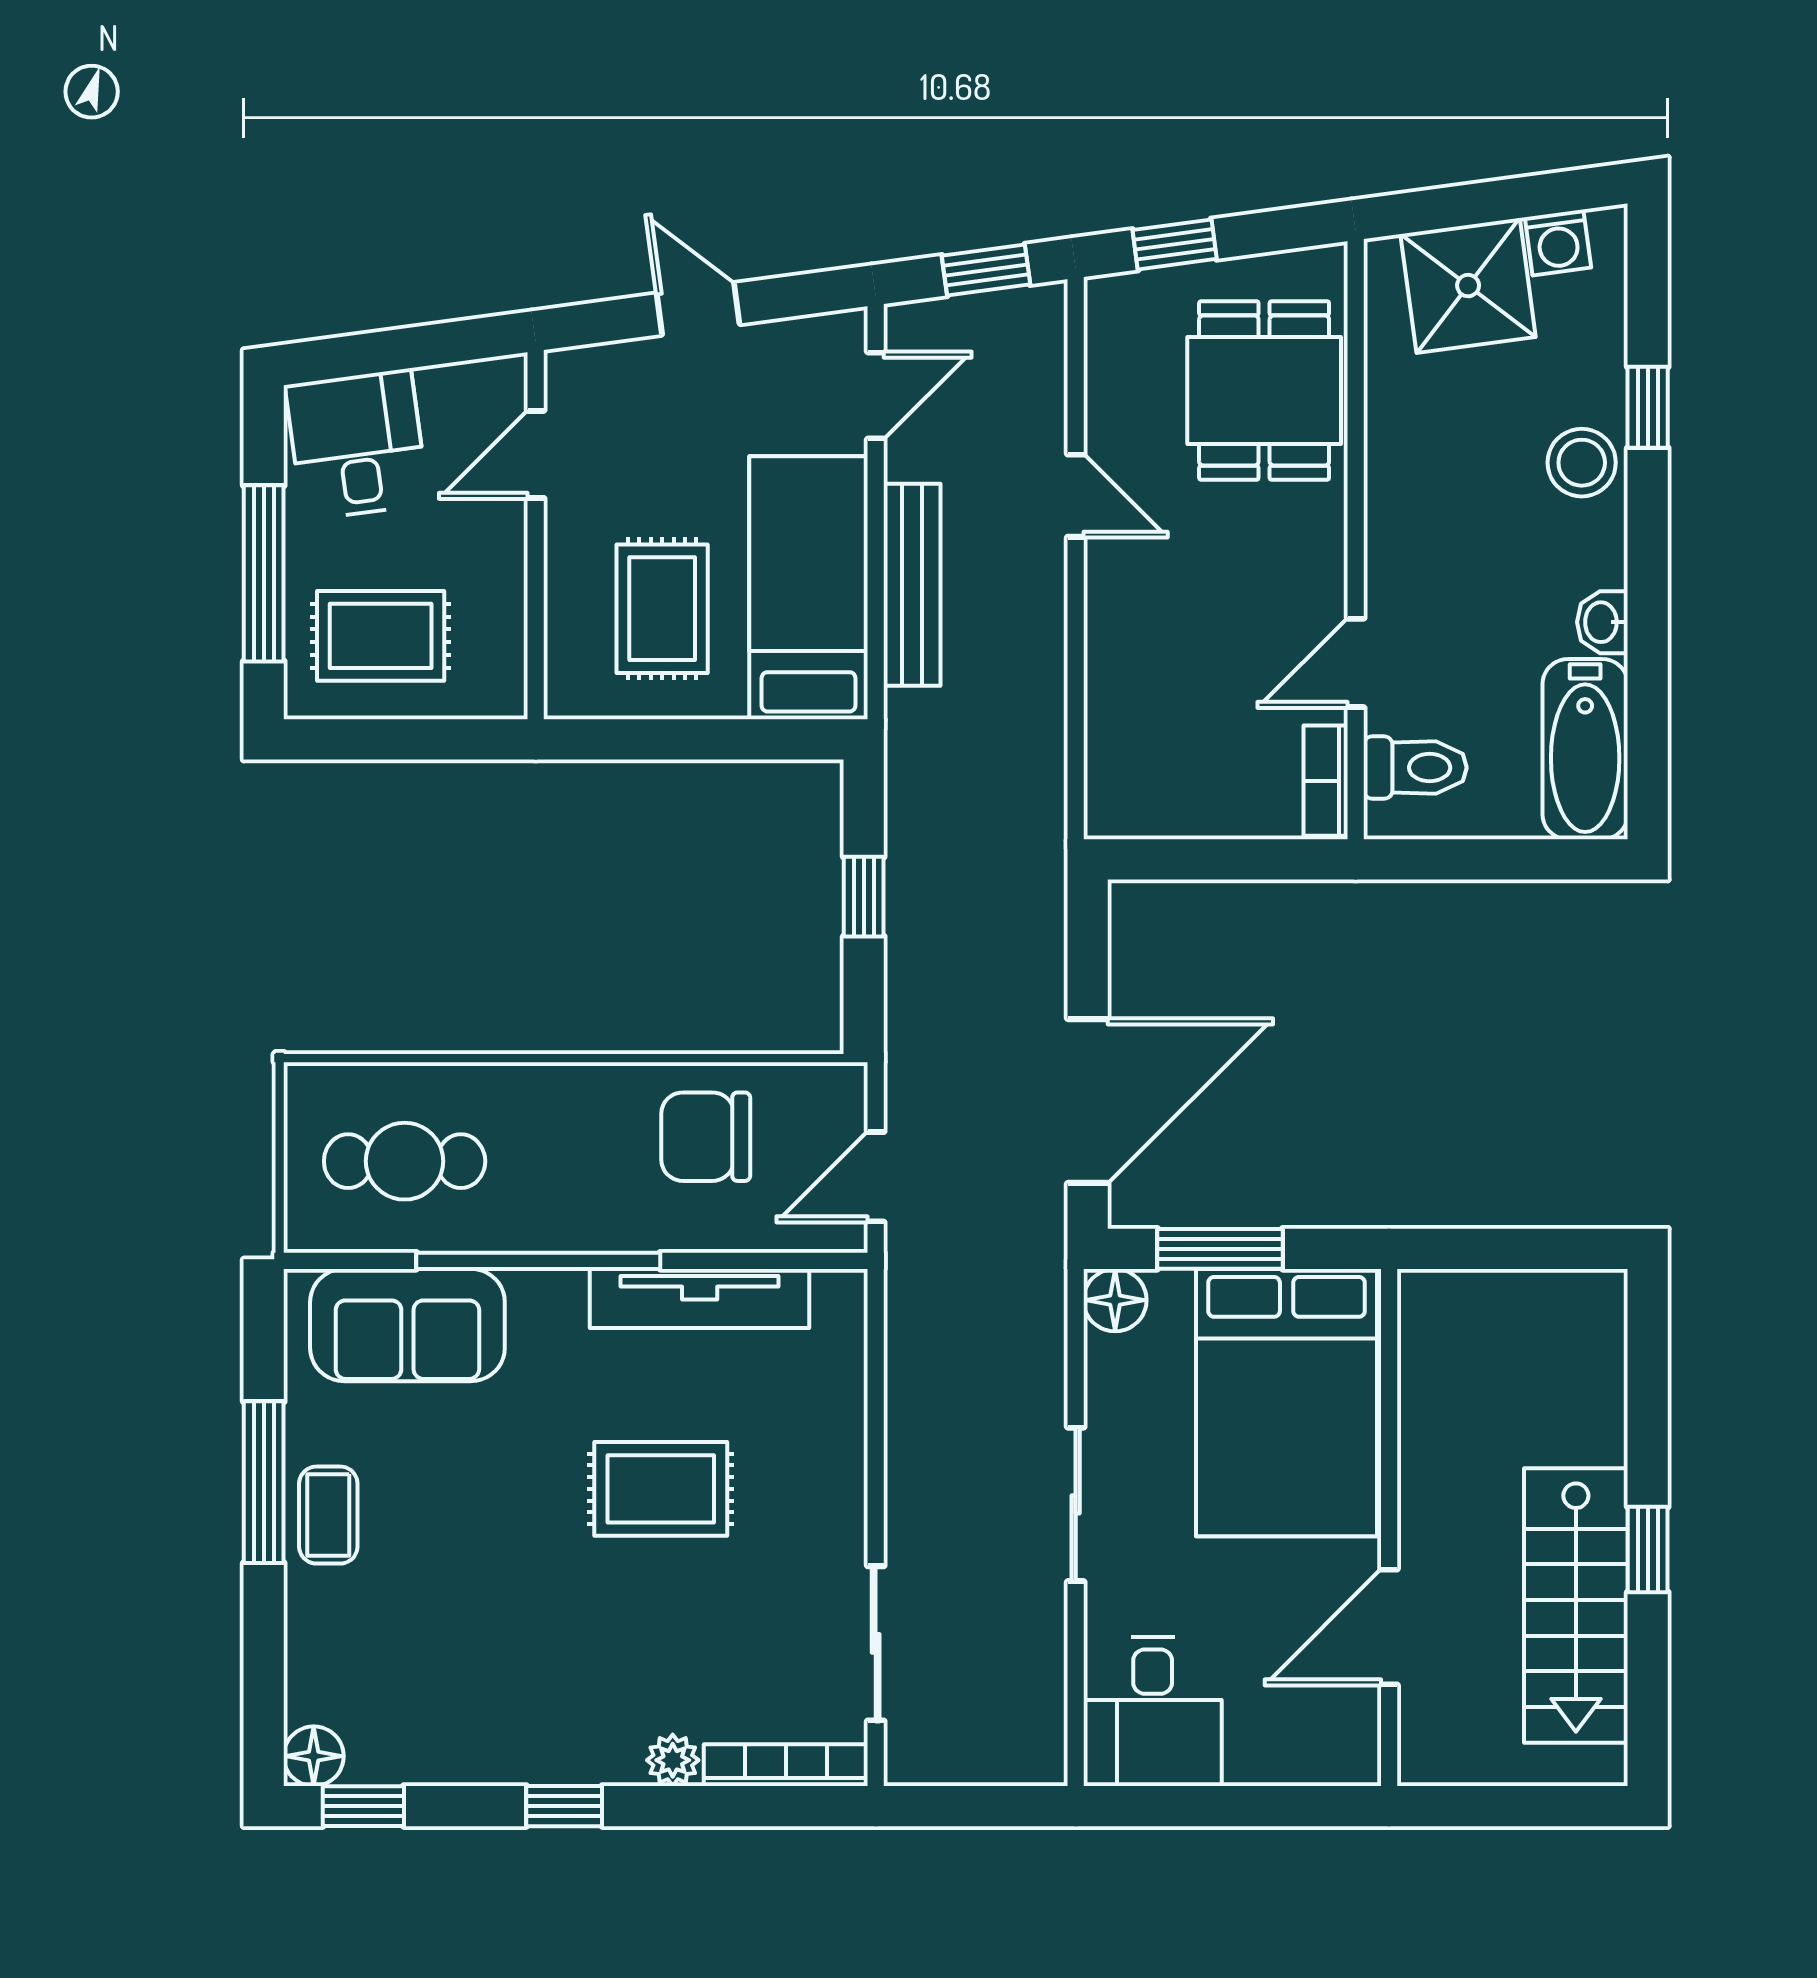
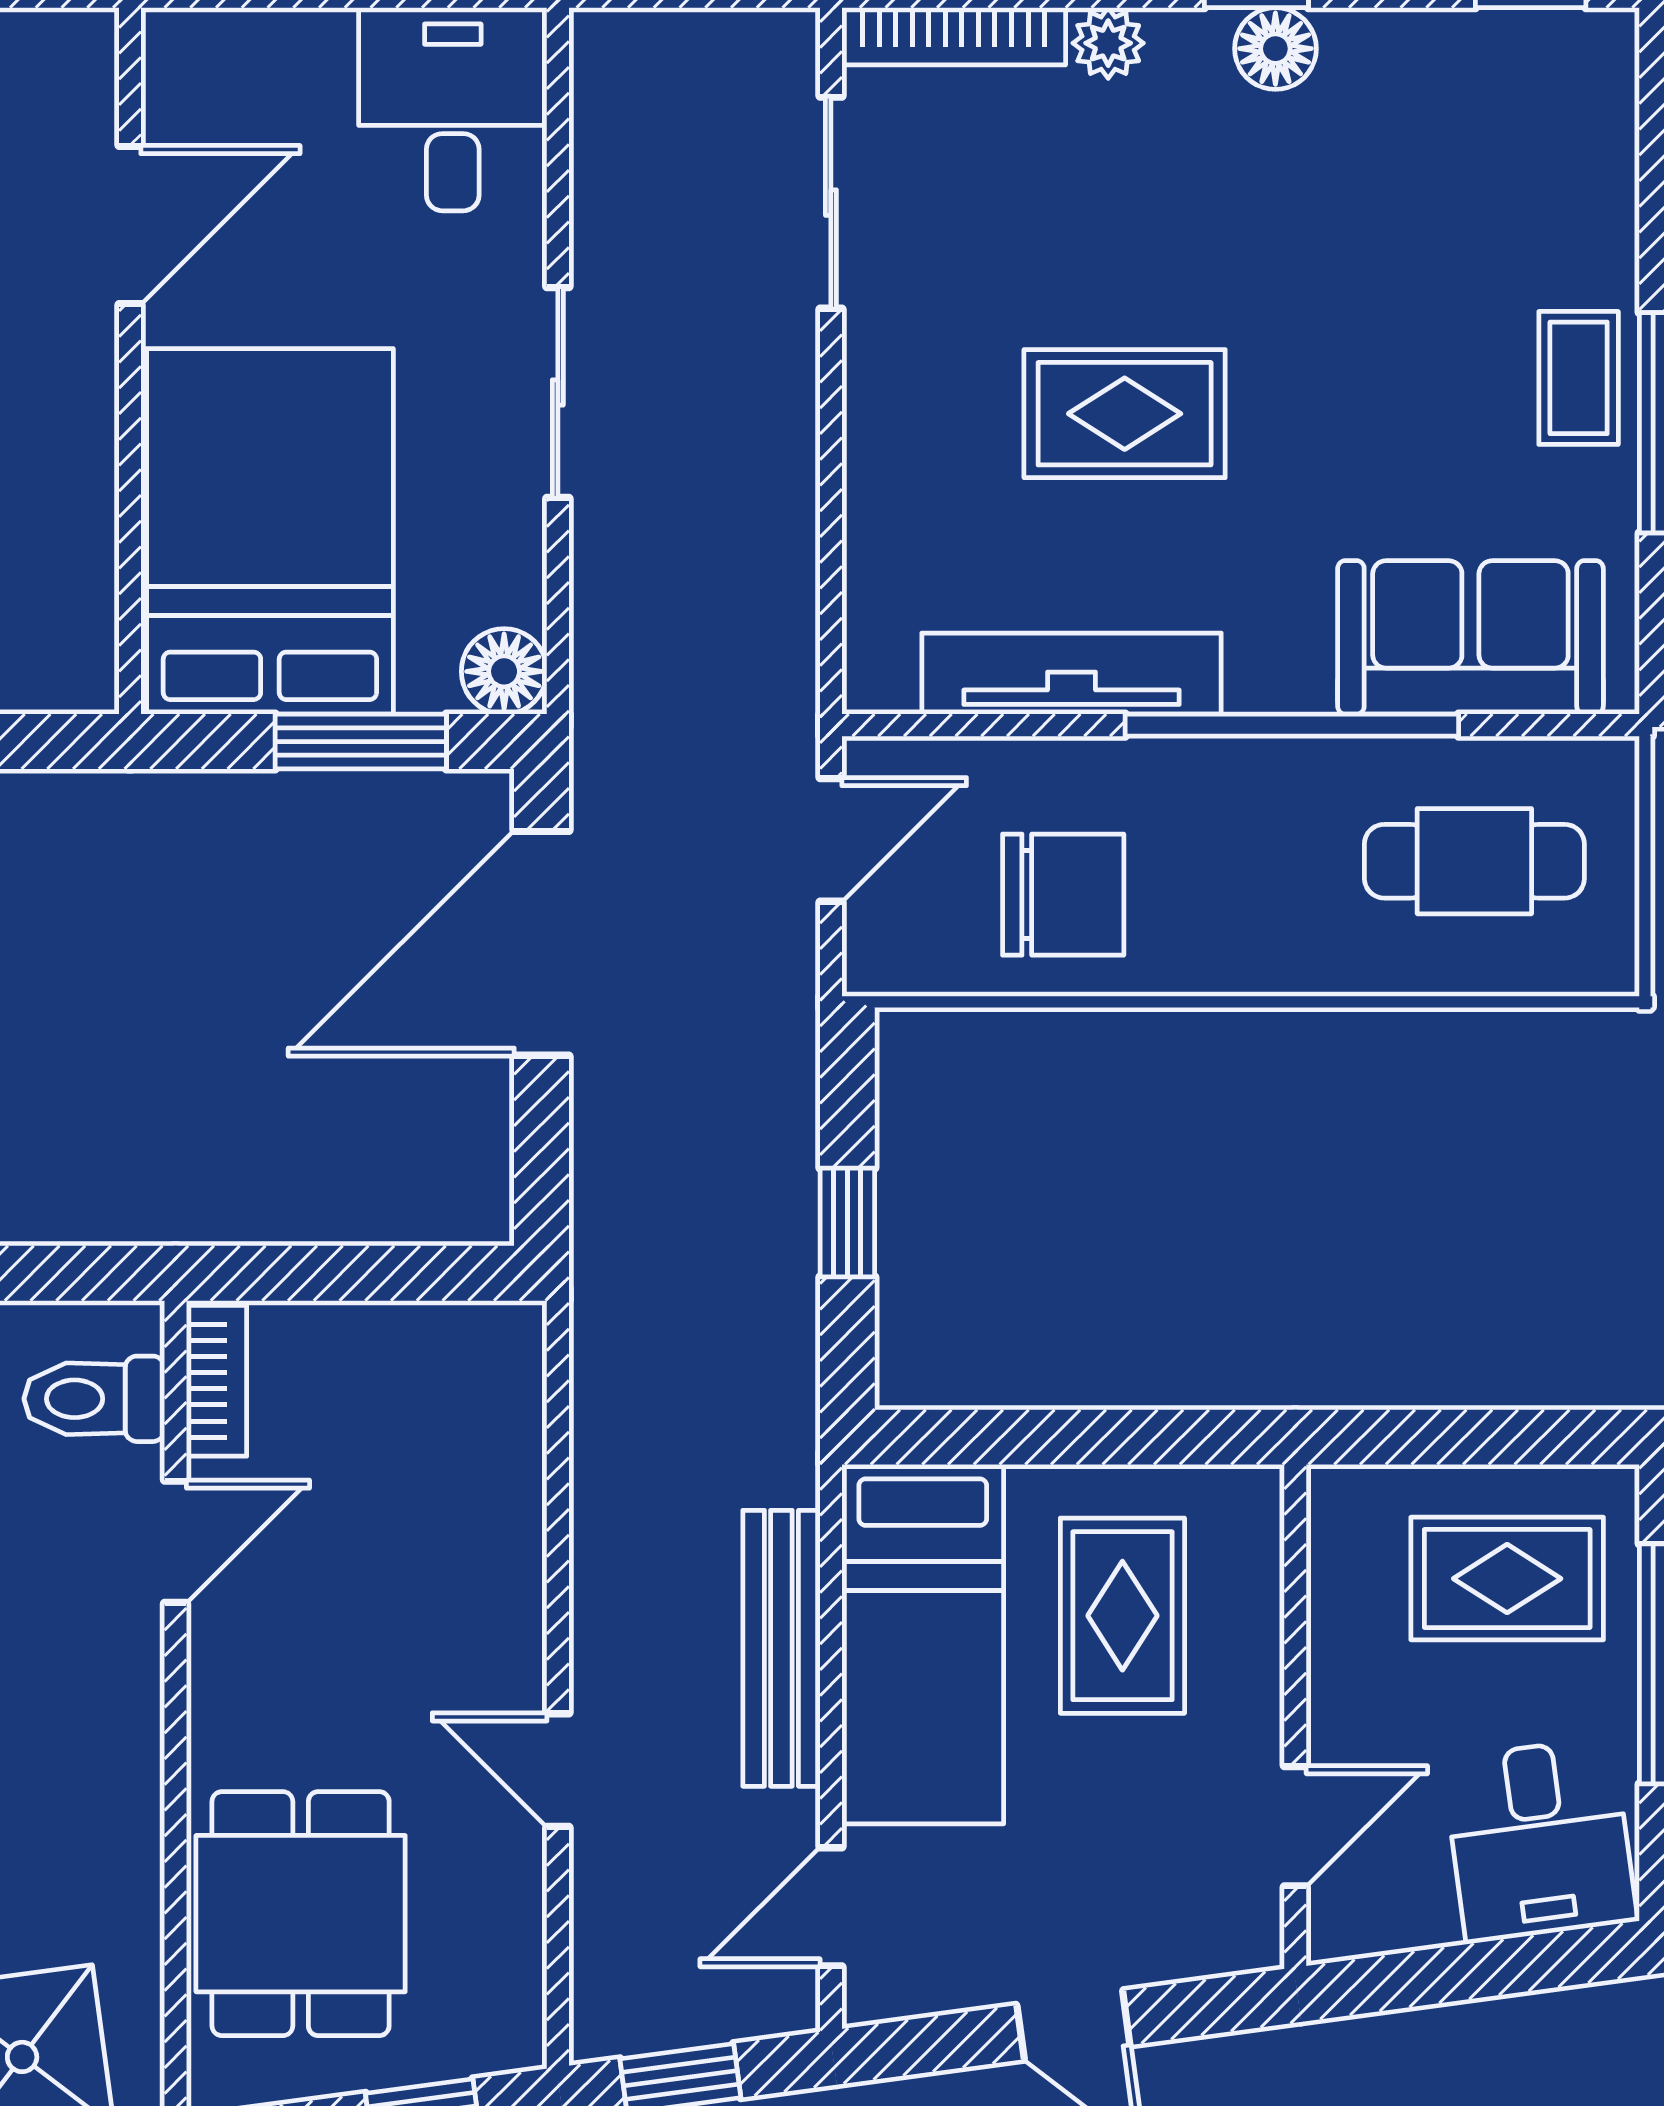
floor lamp: (314, 1756) -> (1275, 49), moved

